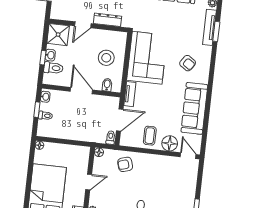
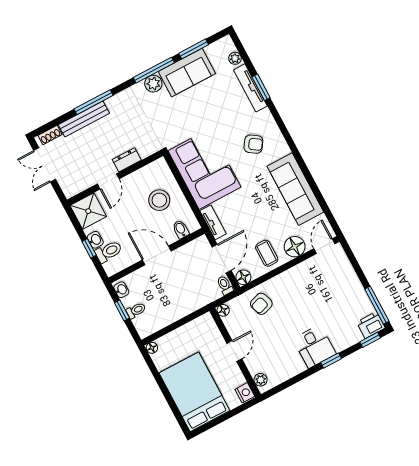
dresser: (107, 20) -> (127, 160), width x0.70
floor lamp: (125, 141) -> (243, 277), added
door: (188, 156) -> (324, 246), hinge flipped

